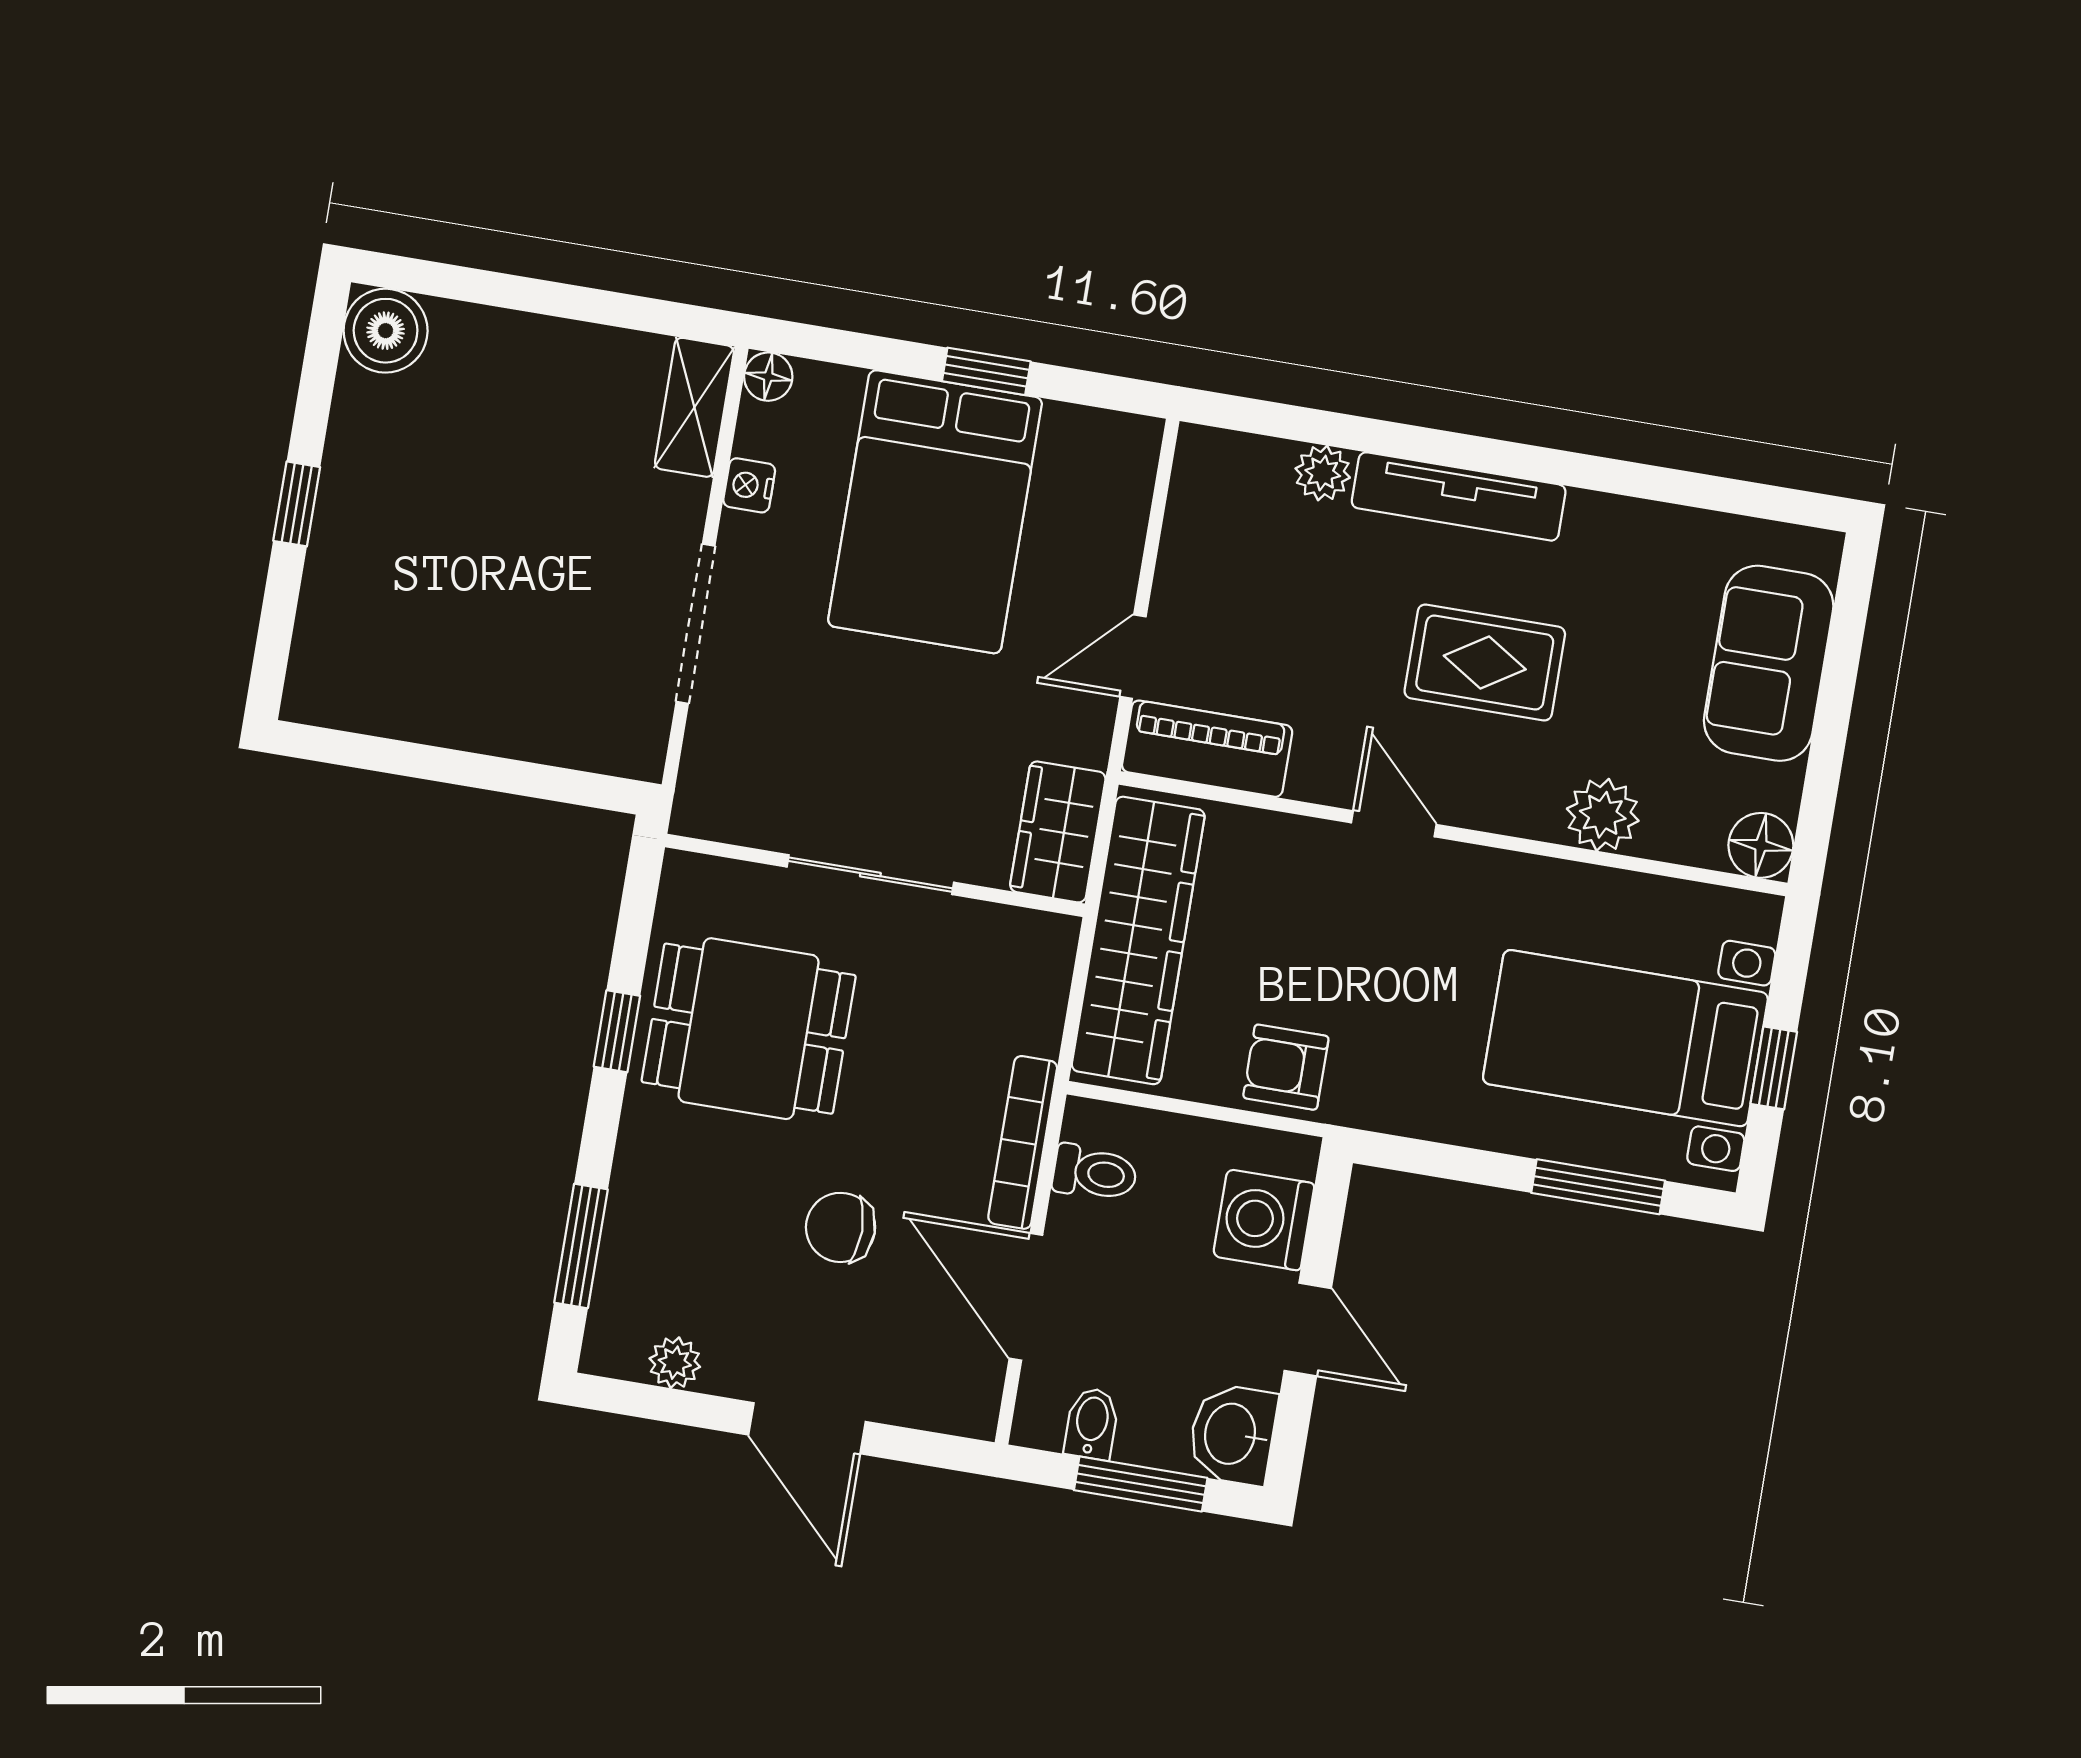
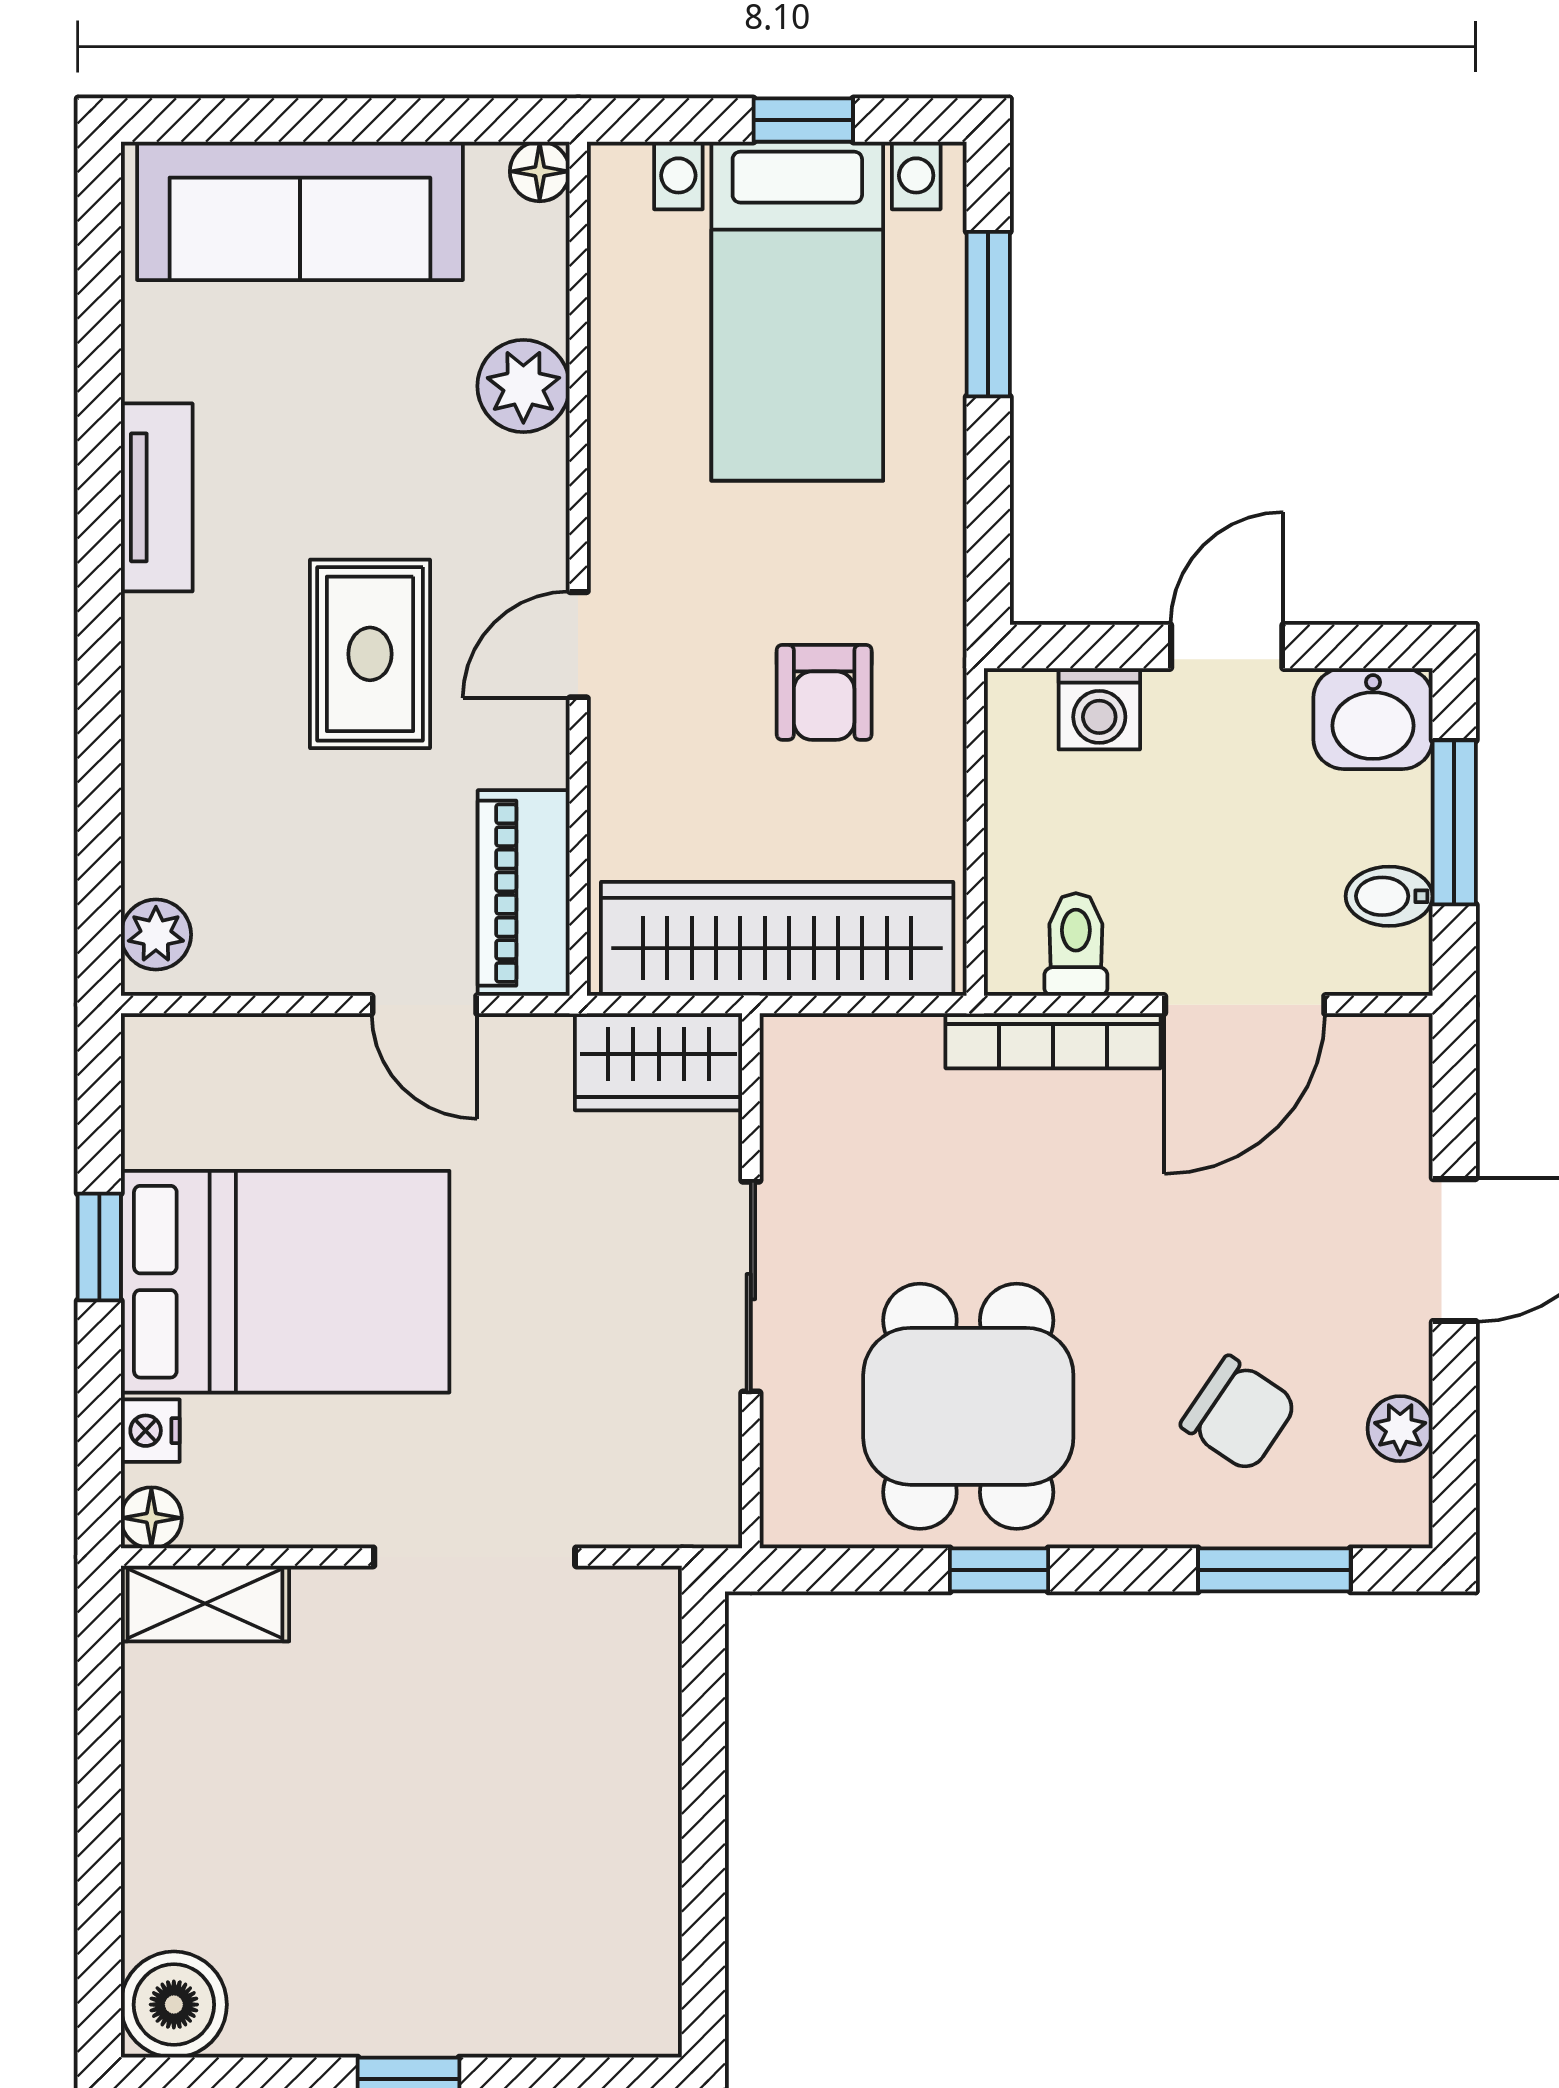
plant: (1323, 473) -> (156, 935), moved
nightstand: (749, 485) -> (150, 1431), moved, turned 90
tv unit: (1459, 496) -> (157, 497), moved, width x0.71
rug: (1485, 663) -> (370, 654), moved
sofa: (1769, 663) -> (300, 211), width x1.36
floor lamp: (1761, 845) -> (540, 171), width x0.73, depth x0.73
armchair: (1286, 1067) -> (824, 692), moved
washing machine: (1264, 1220) -> (1099, 709), width x0.73, depth x0.73
chair: (841, 1227) -> (1239, 1414), moved, turned -56

